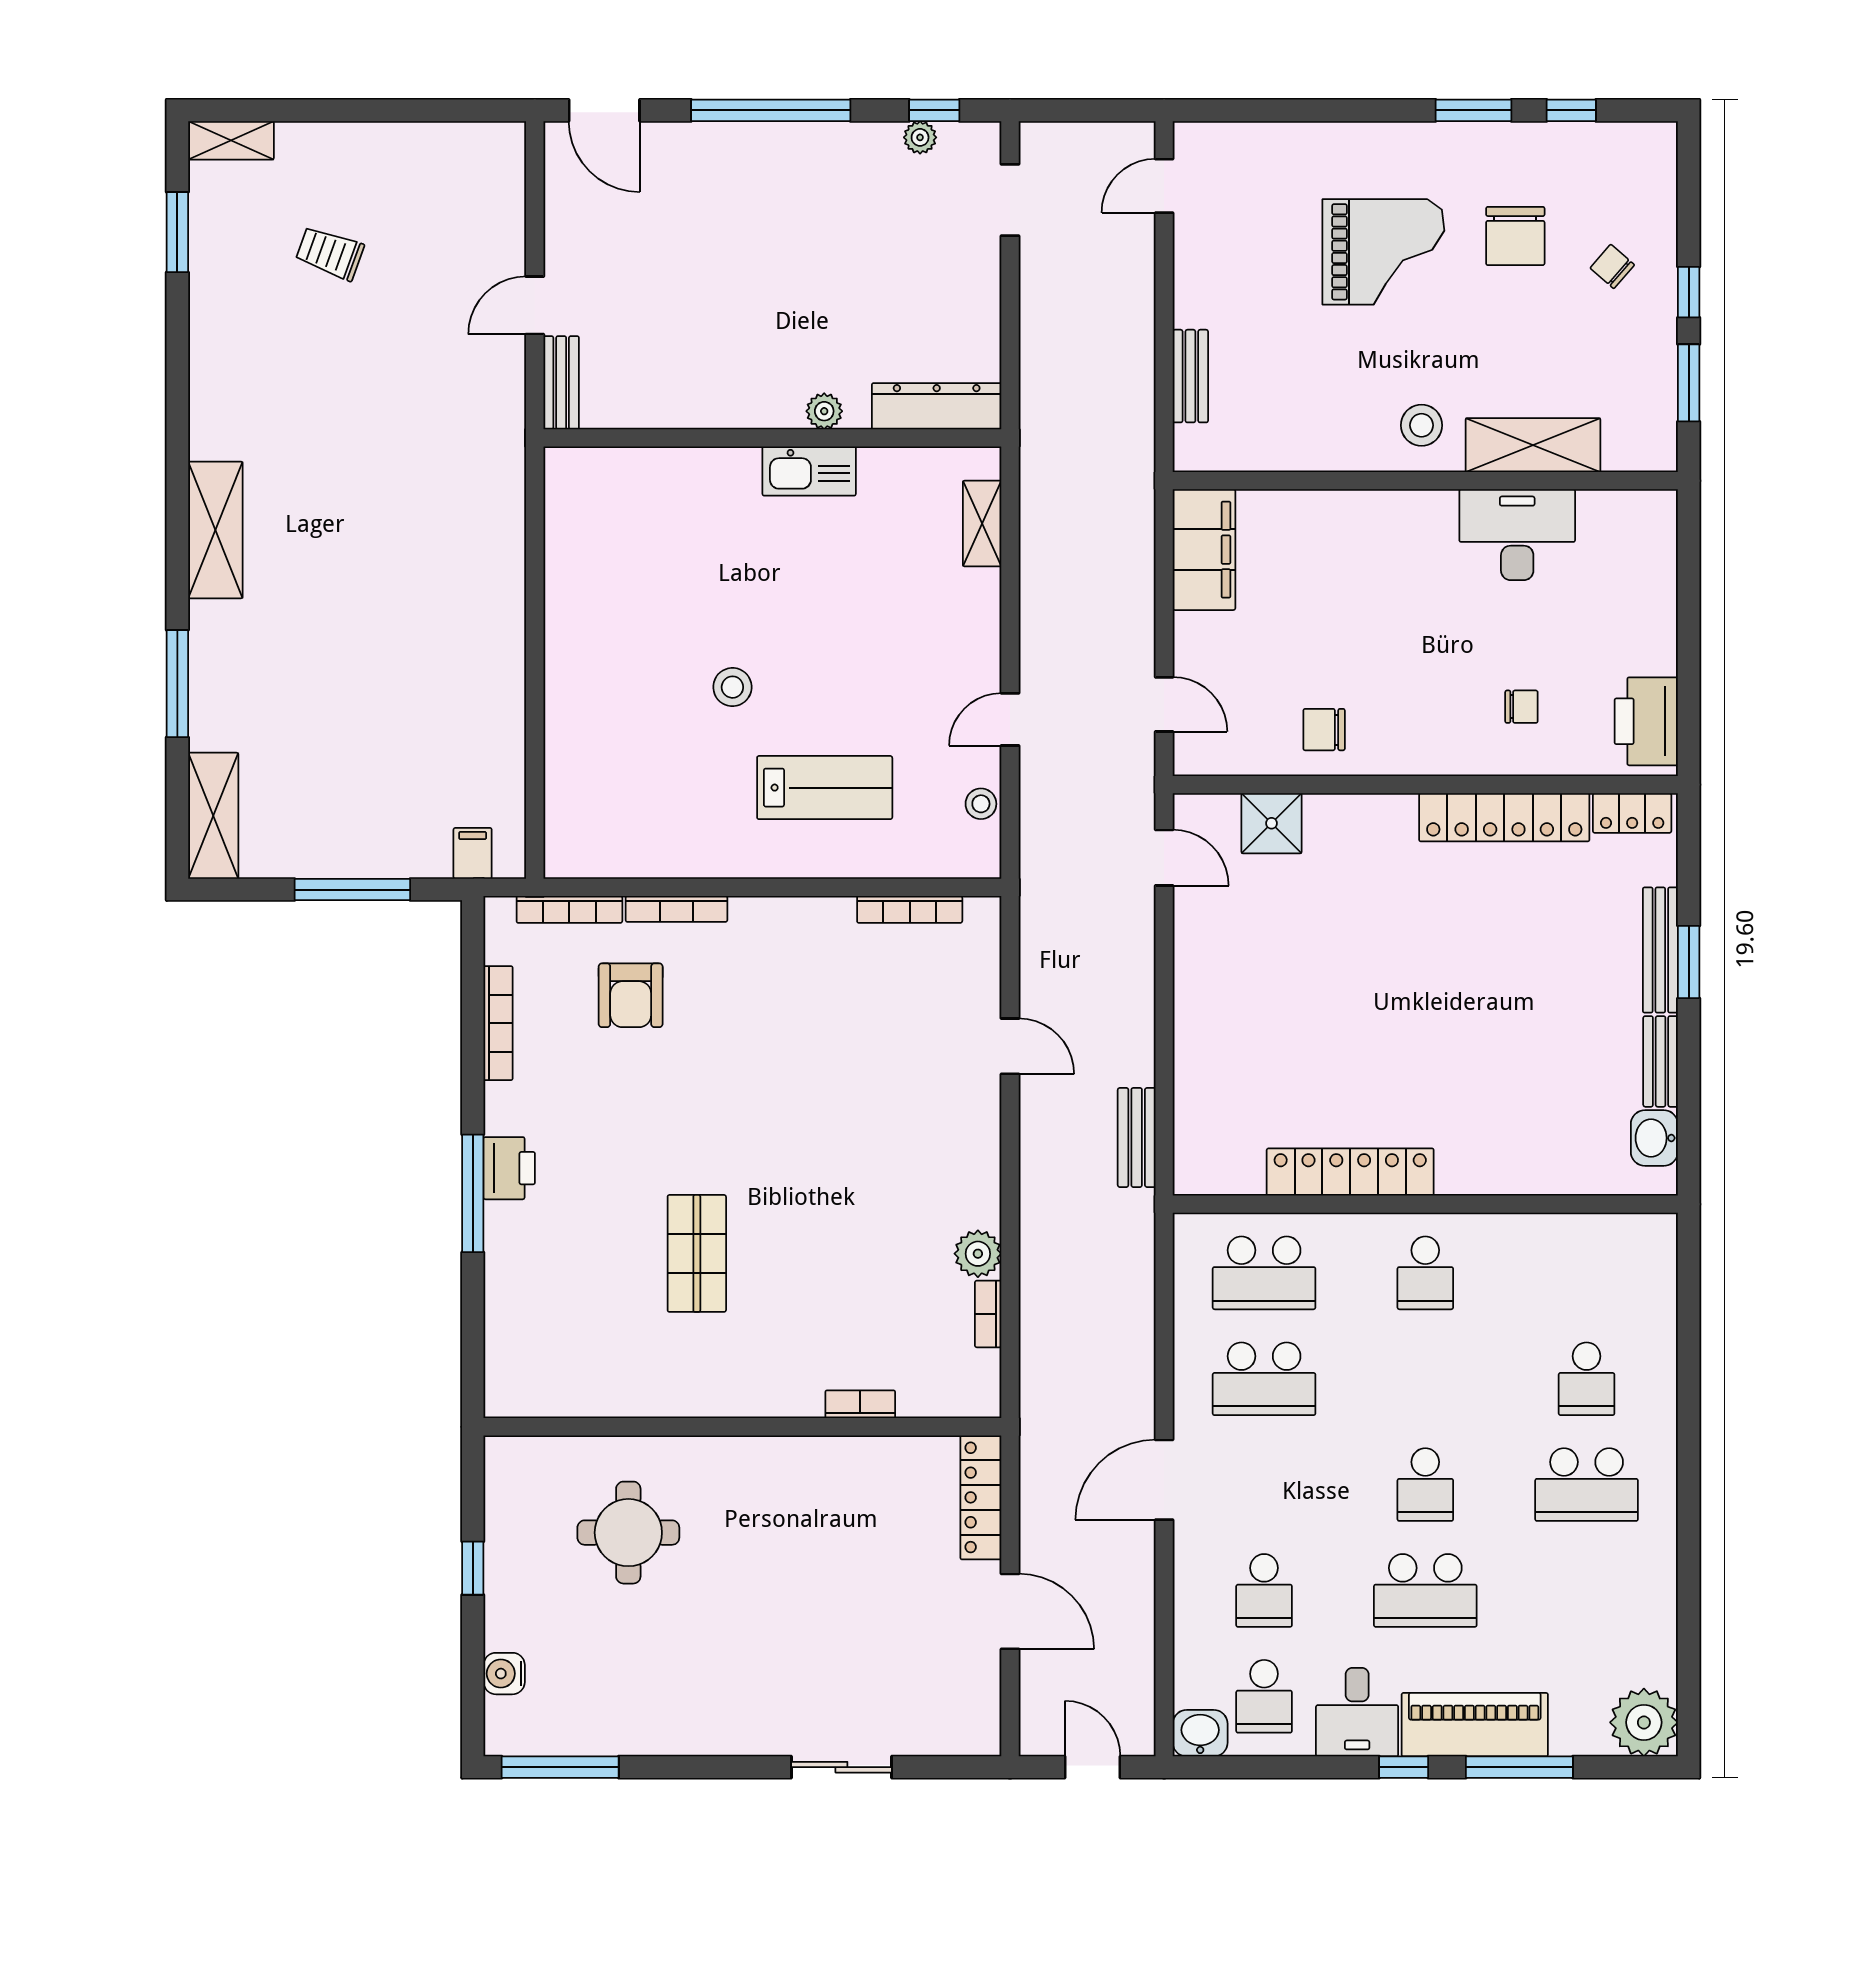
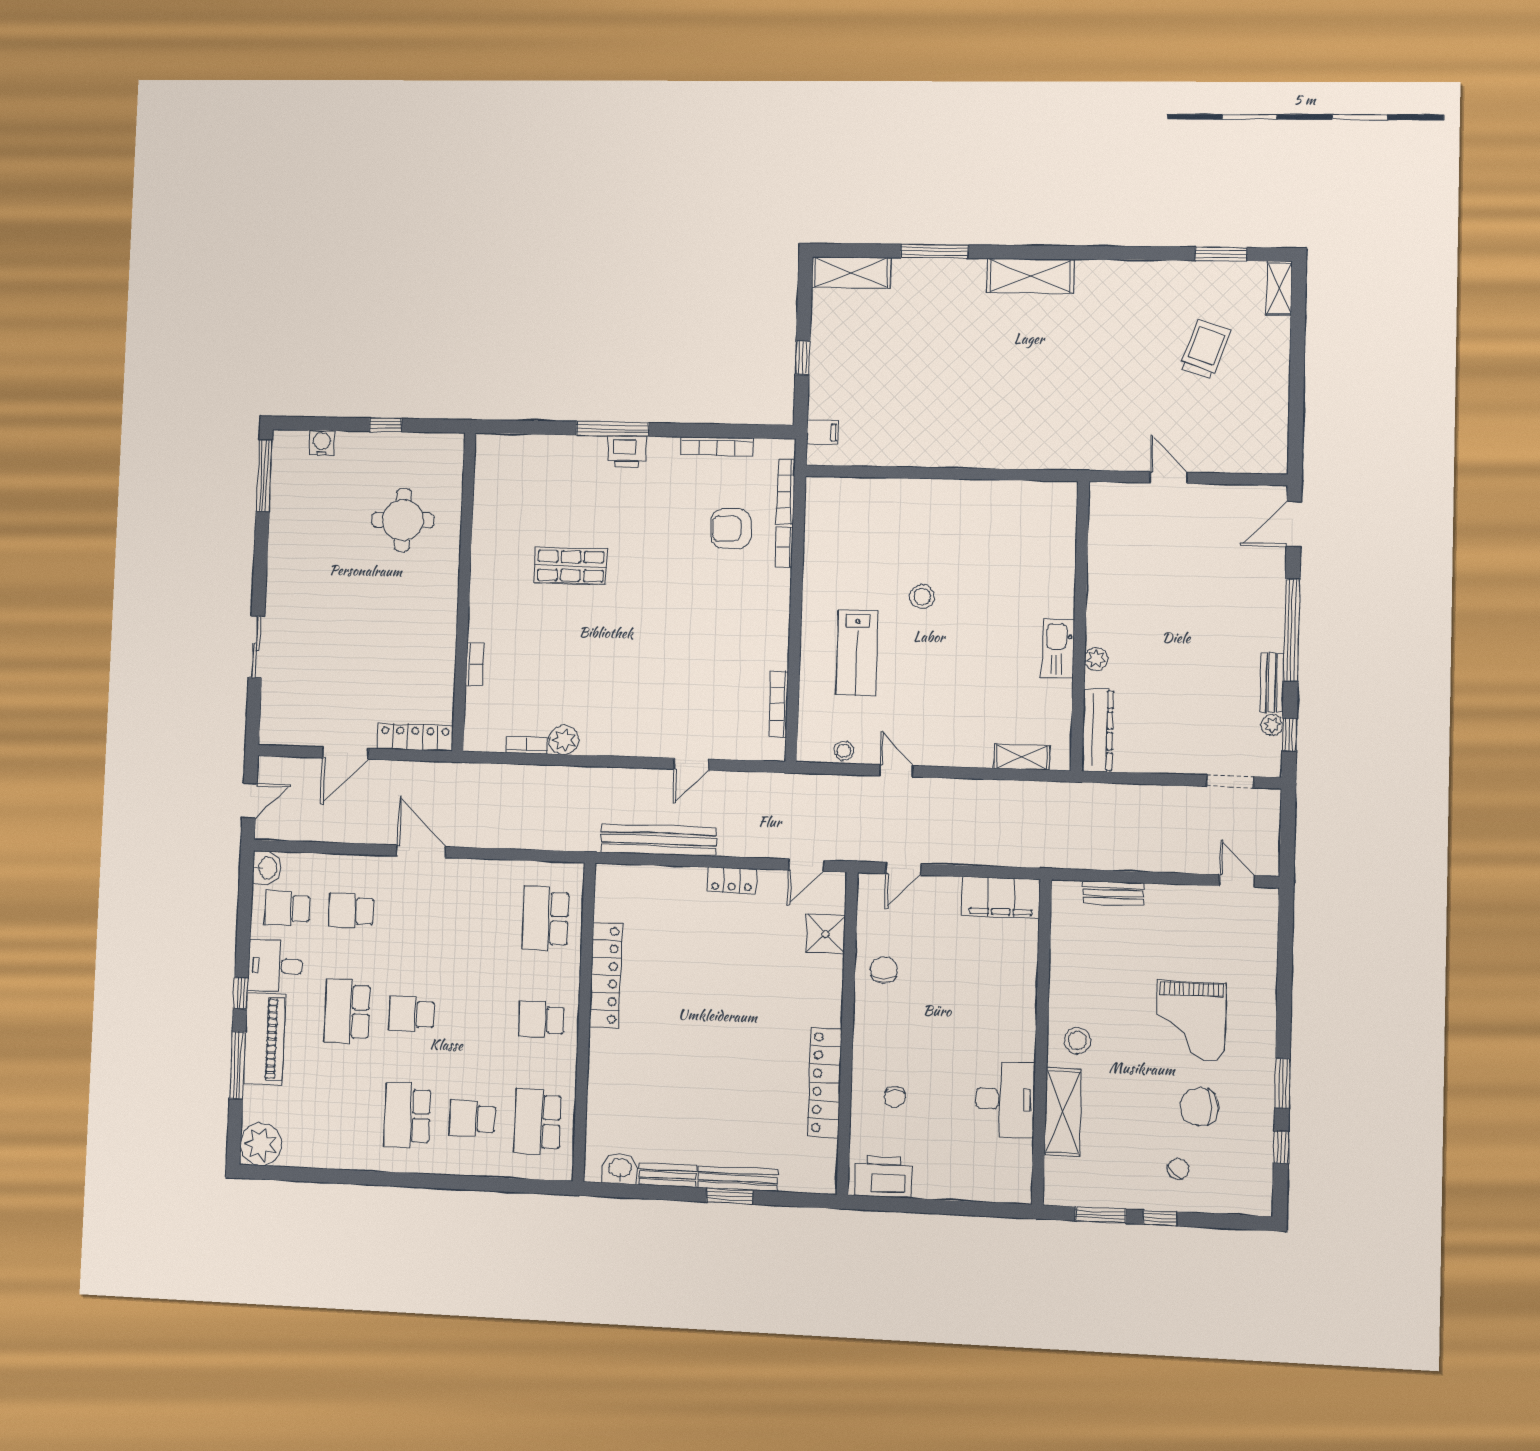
trolley: (330, 253) -> (1205, 349), width x1.36, depth x1.39
bench: (561, 383) -> (1272, 682), moved, turned 90
locker: (1632, 813) -> (732, 880), moved, turned -90
window: (352, 890) -> (803, 358), width x0.46
bookcase: (676, 909) -> (784, 547), width x0.64
bench: (1137, 1137) -> (659, 840), width x1.86, depth x1.21
school desk: (1264, 1379) -> (538, 1122), moved

